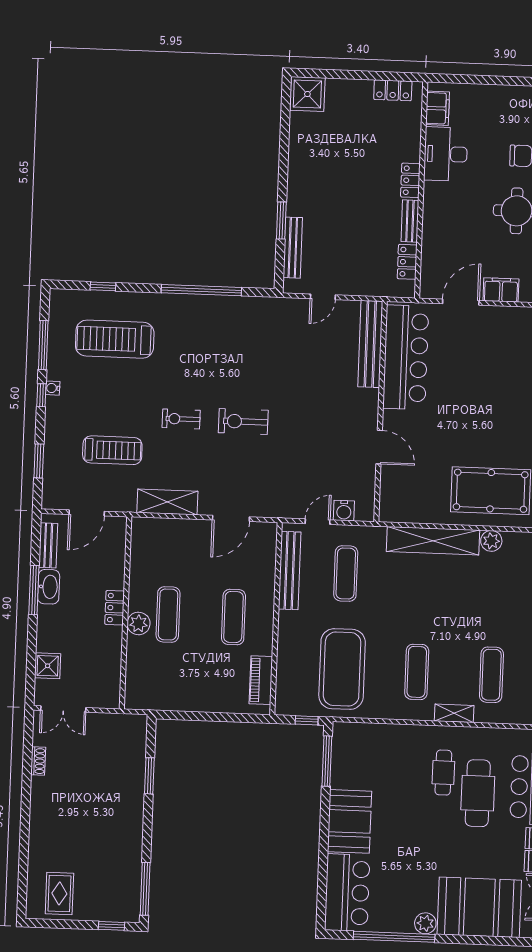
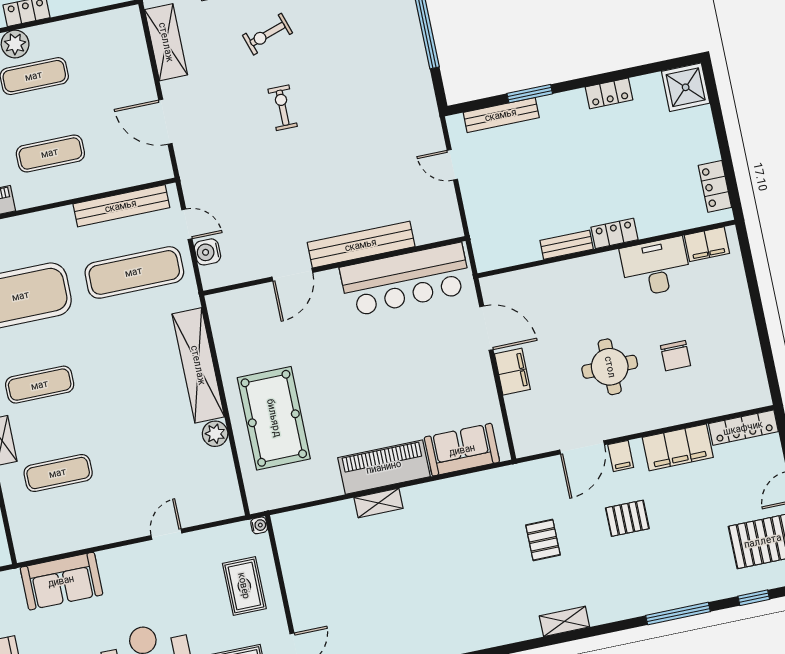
locker: (407, 262) -> (609, 93), moved, turned 180
bench: (370, 344) -> (361, 245), moved
exercise bike: (181, 419) -> (267, 34), turned -108
exercise bike: (243, 422) -> (283, 108), width x0.73, depth x0.72
exercise mat: (346, 573) -> (134, 272), width x1.36, depth x1.45

